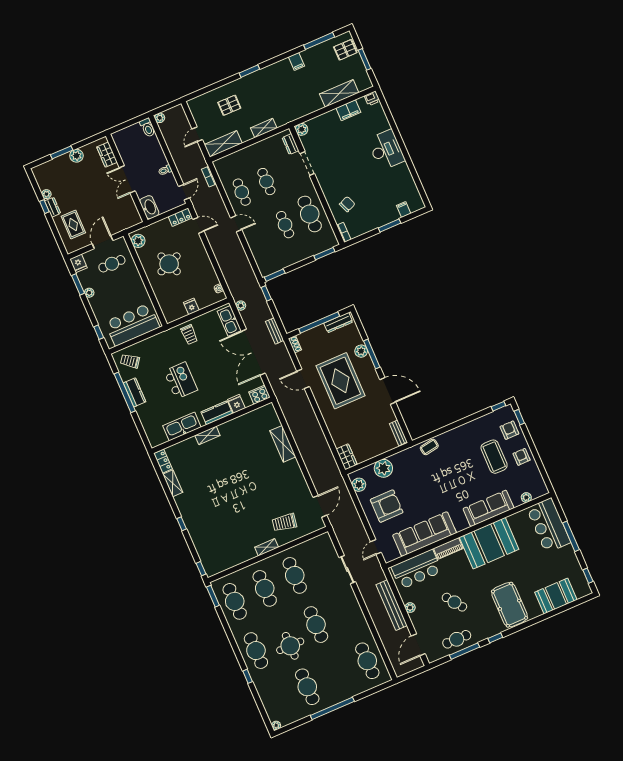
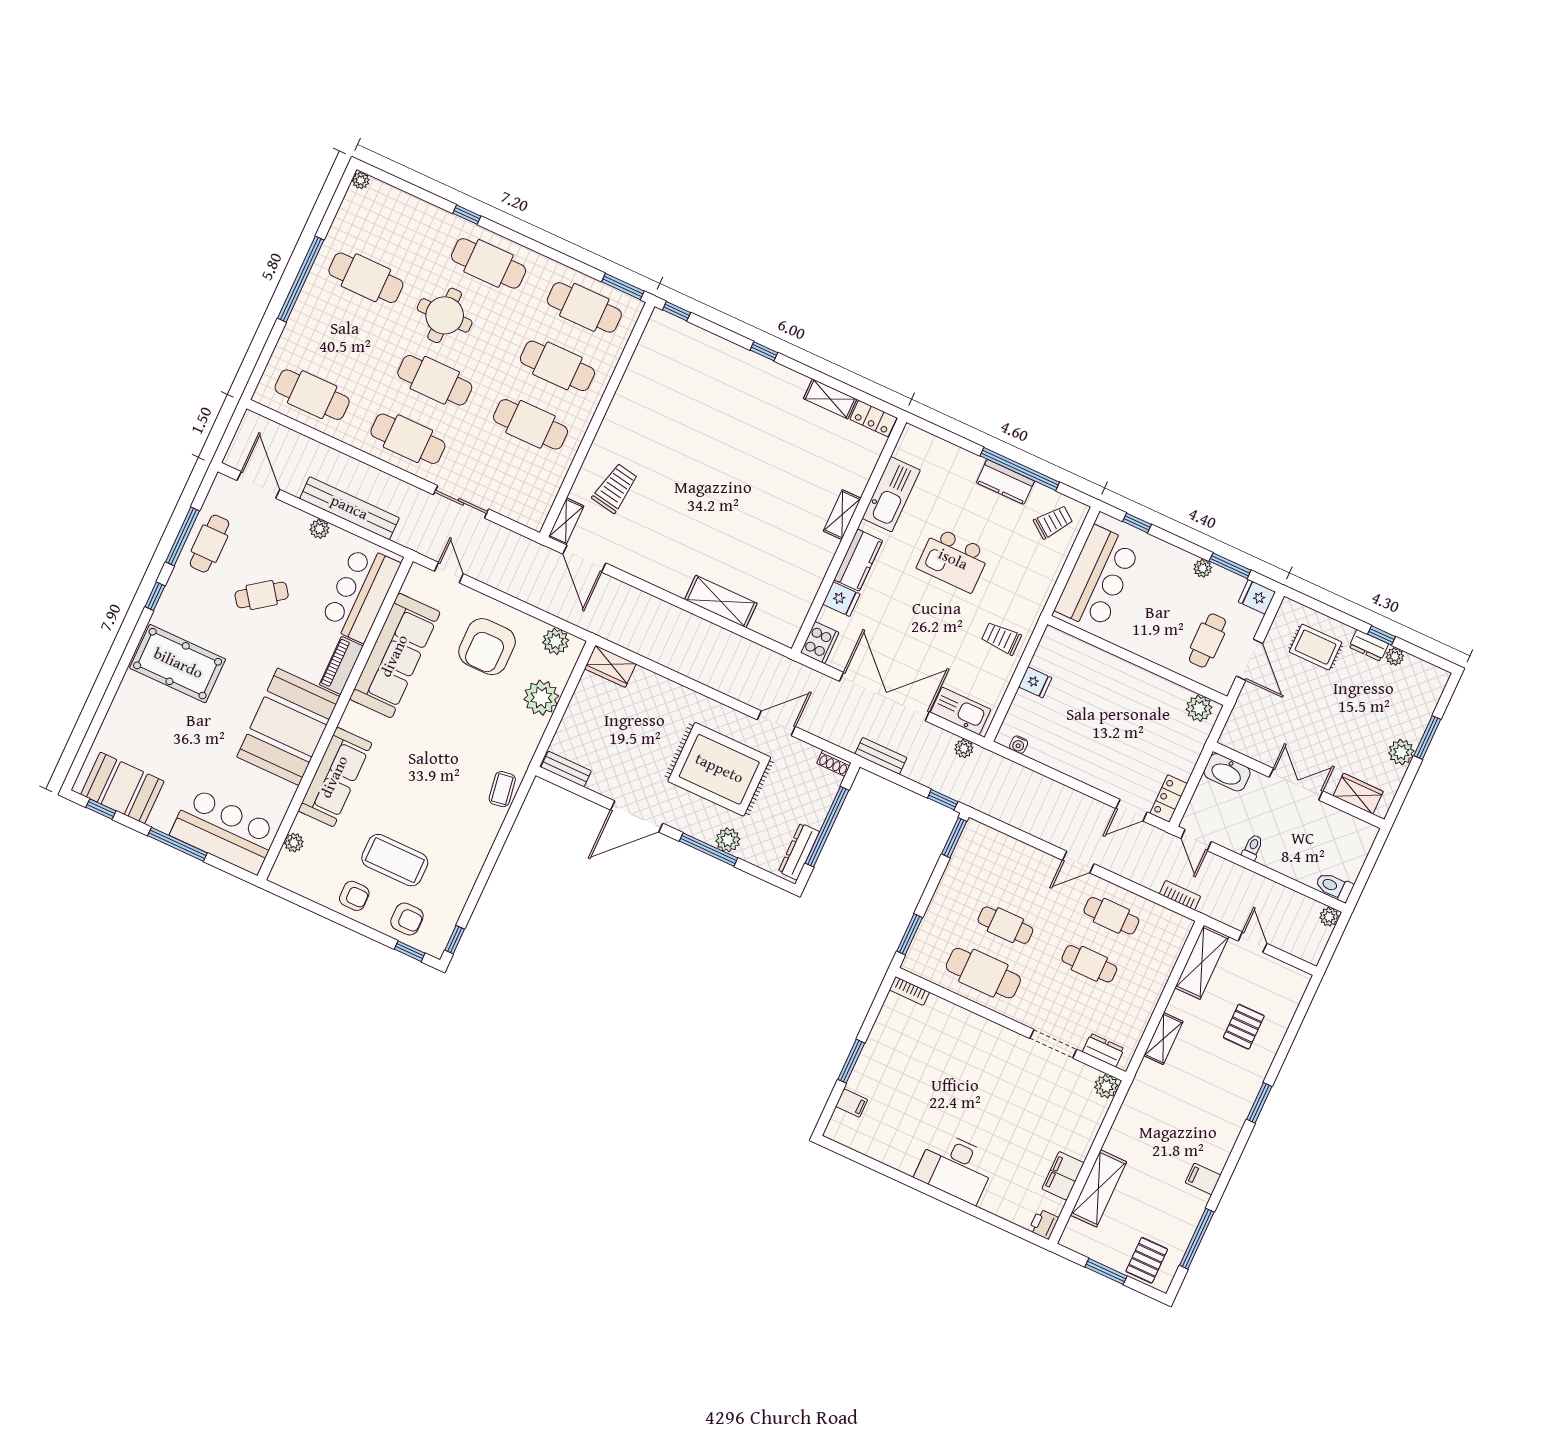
chair: (347, 204) -> (941, 1037), removed
round table: (169, 264) -> (1124, 715), removed
shelving: (267, 547) -> (566, 521), moved
booth: (556, 596) -> (122, 788), moved, turned 90
cafe table: (346, 612) -> (408, 439), added

